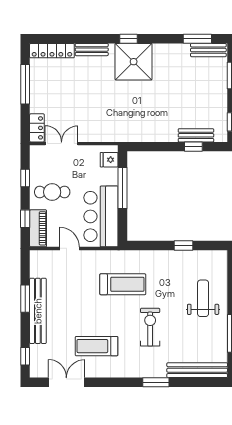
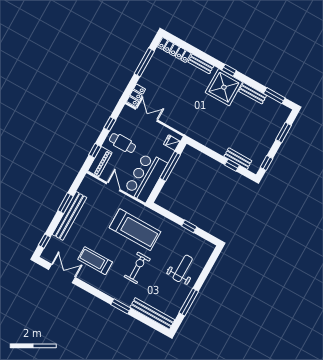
bench: (208, 50) -> (253, 93), moved
treadmill: (123, 284) -> (135, 230), width x1.37, depth x1.38

